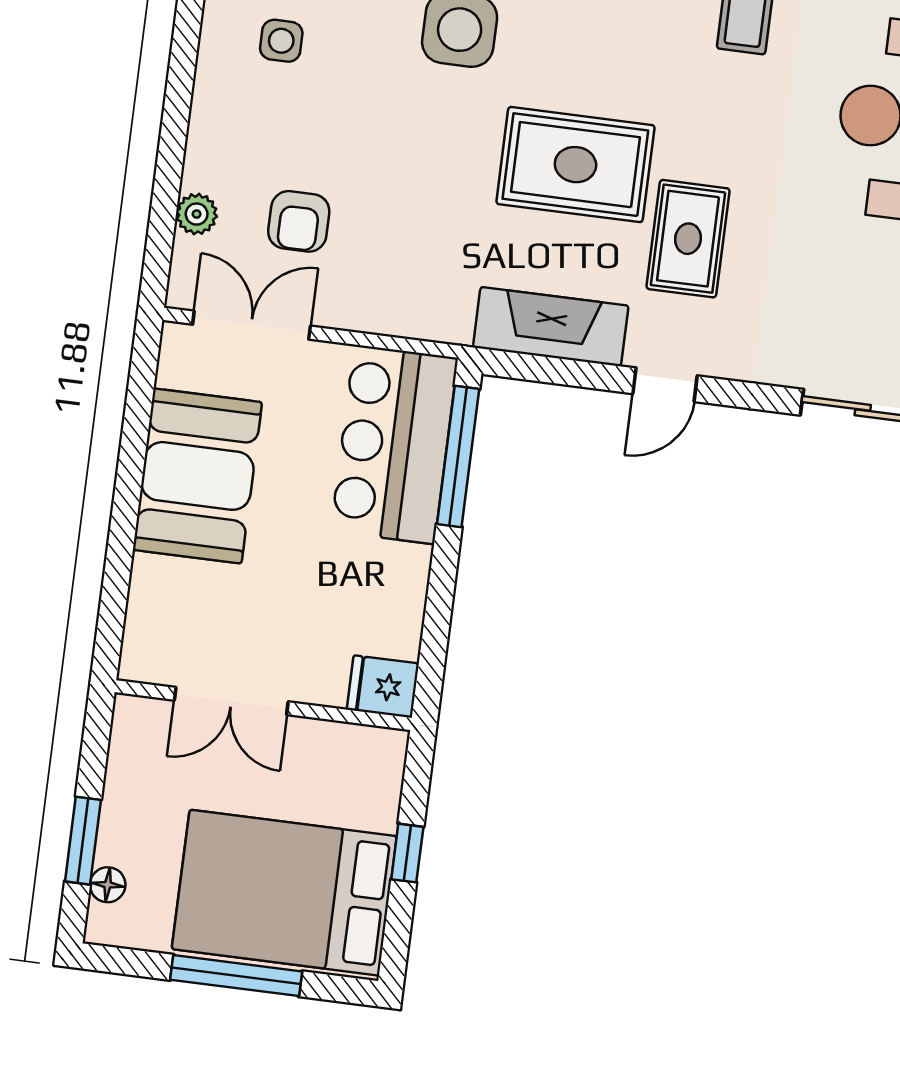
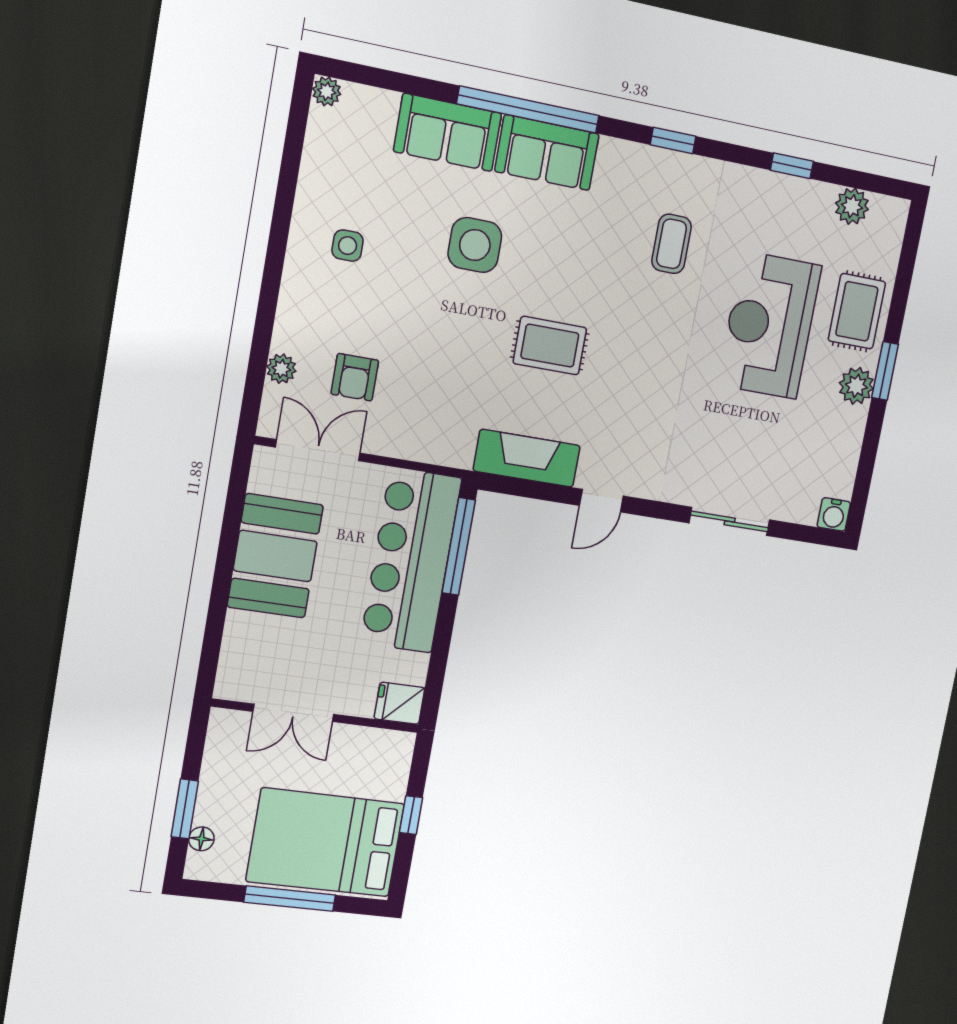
rug: (575, 165) -> (550, 346), width x0.73, depth x0.70
rug: (688, 239) -> (623, 401), removed
bar counter: (394, 444) -> (411, 561), width x1.36

